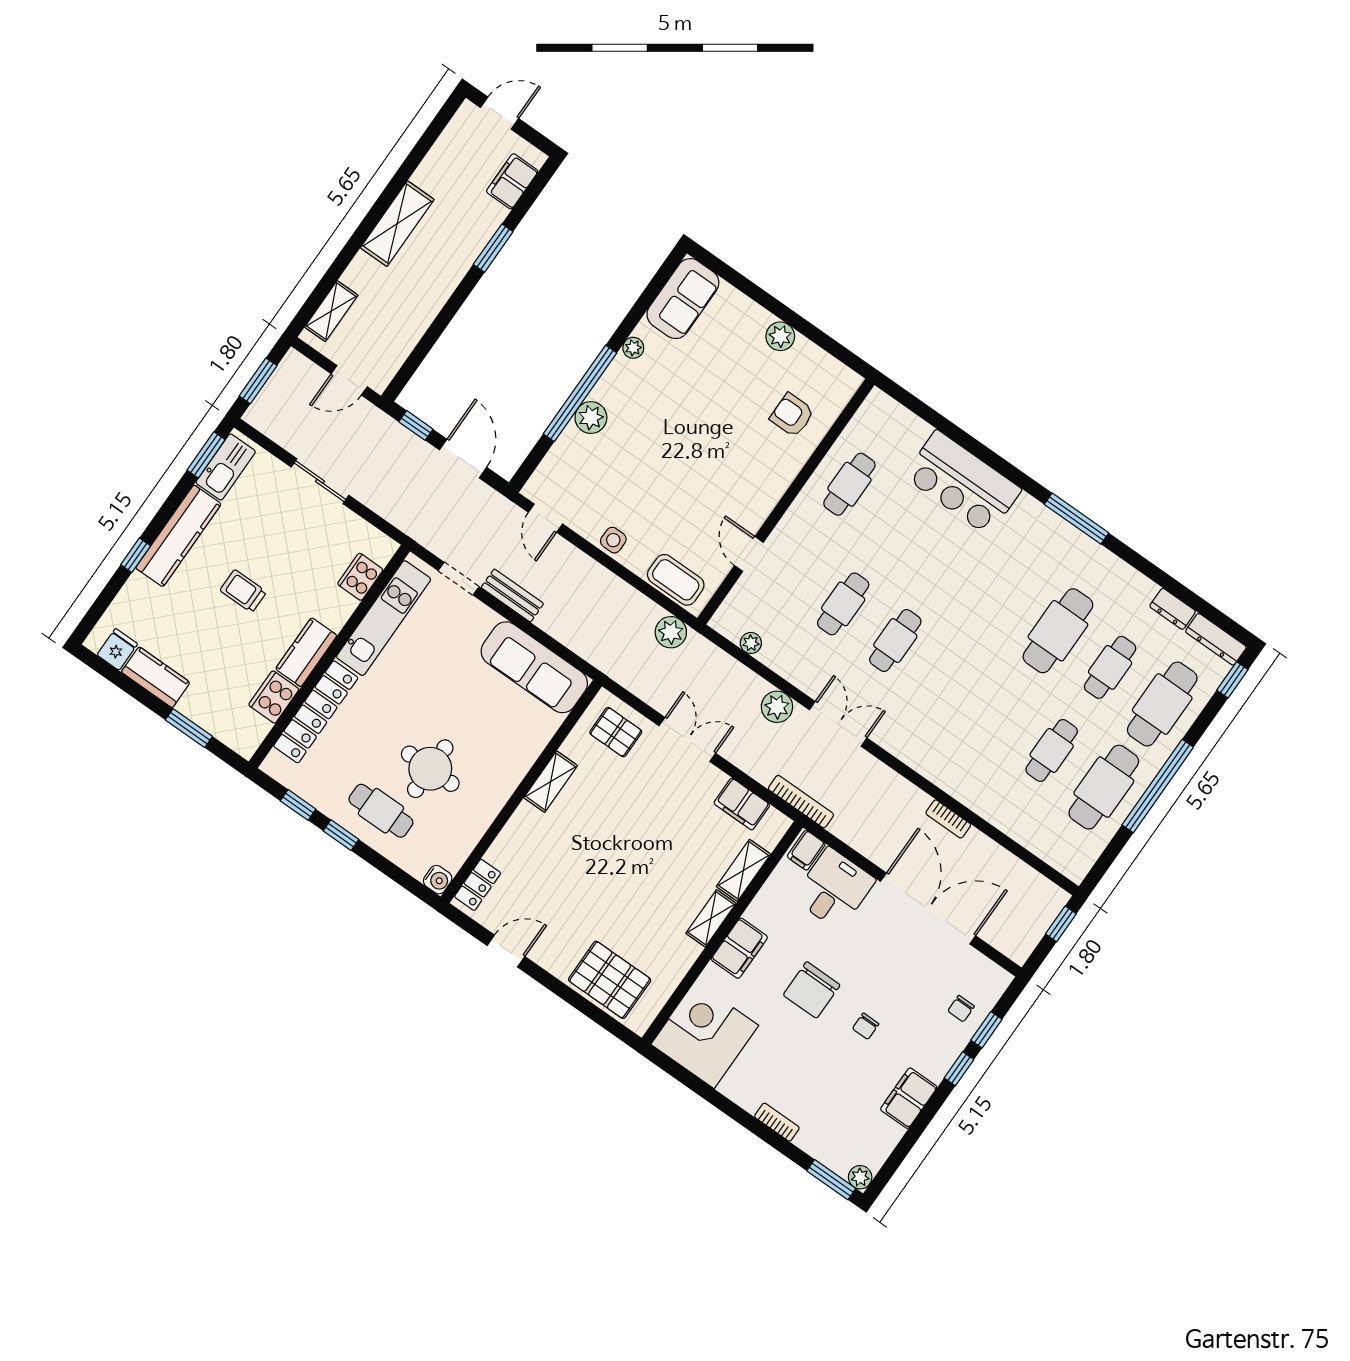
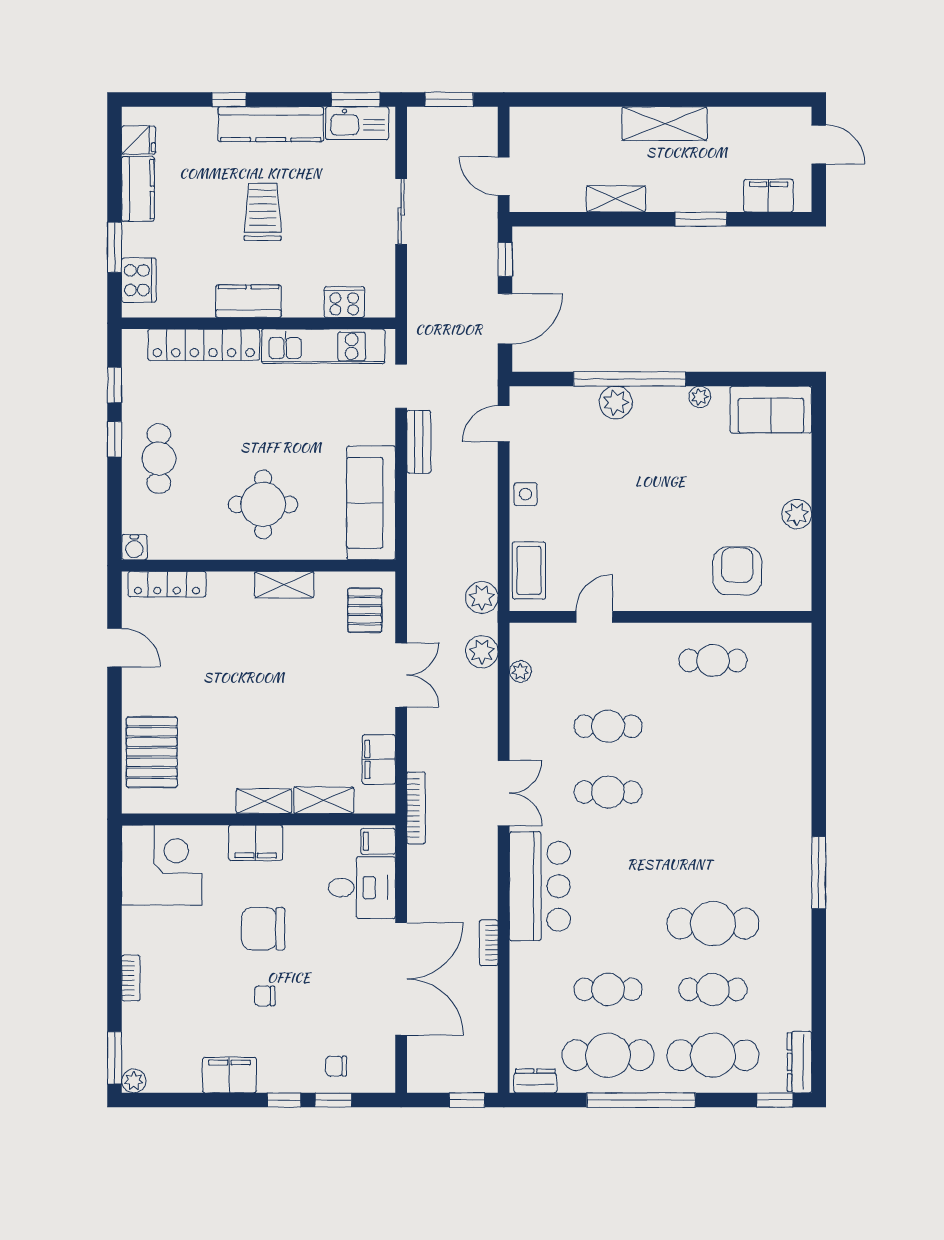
shelving: (331, 311) -> (616, 199), moved
armchair: (792, 415) -> (737, 571), width x1.38, depth x1.38
bar counter: (963, 483) -> (540, 886), moved, turned 180
trolley: (243, 591) -> (263, 212), width x1.36, depth x1.39
dresser: (1173, 609) -> (535, 1081), moved, turned 90
cooker: (274, 697) -> (139, 280), moved, turned 90
plant: (777, 707) -> (482, 652), moved
round table: (430, 769) -> (263, 504), moved
locker: (478, 885) -> (167, 584), width x1.53

